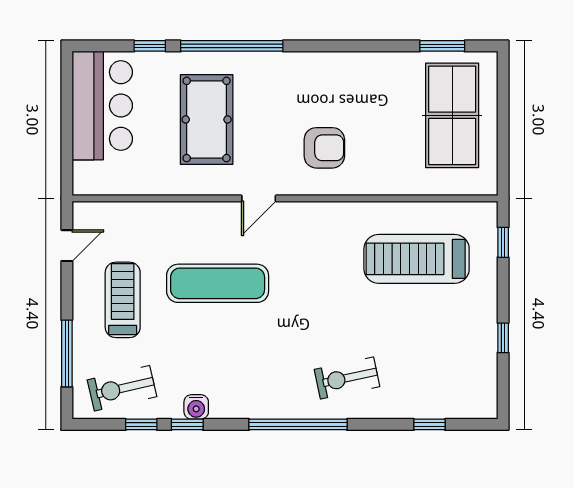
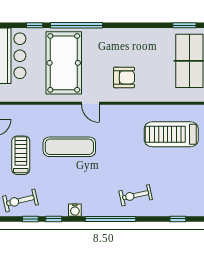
pool table: (207, 119) -> (64, 63), width x1.36, depth x1.32
door: (259, 198) -> (90, 103), hinge flipped
water cooler: (196, 407) -> (75, 210), moved

